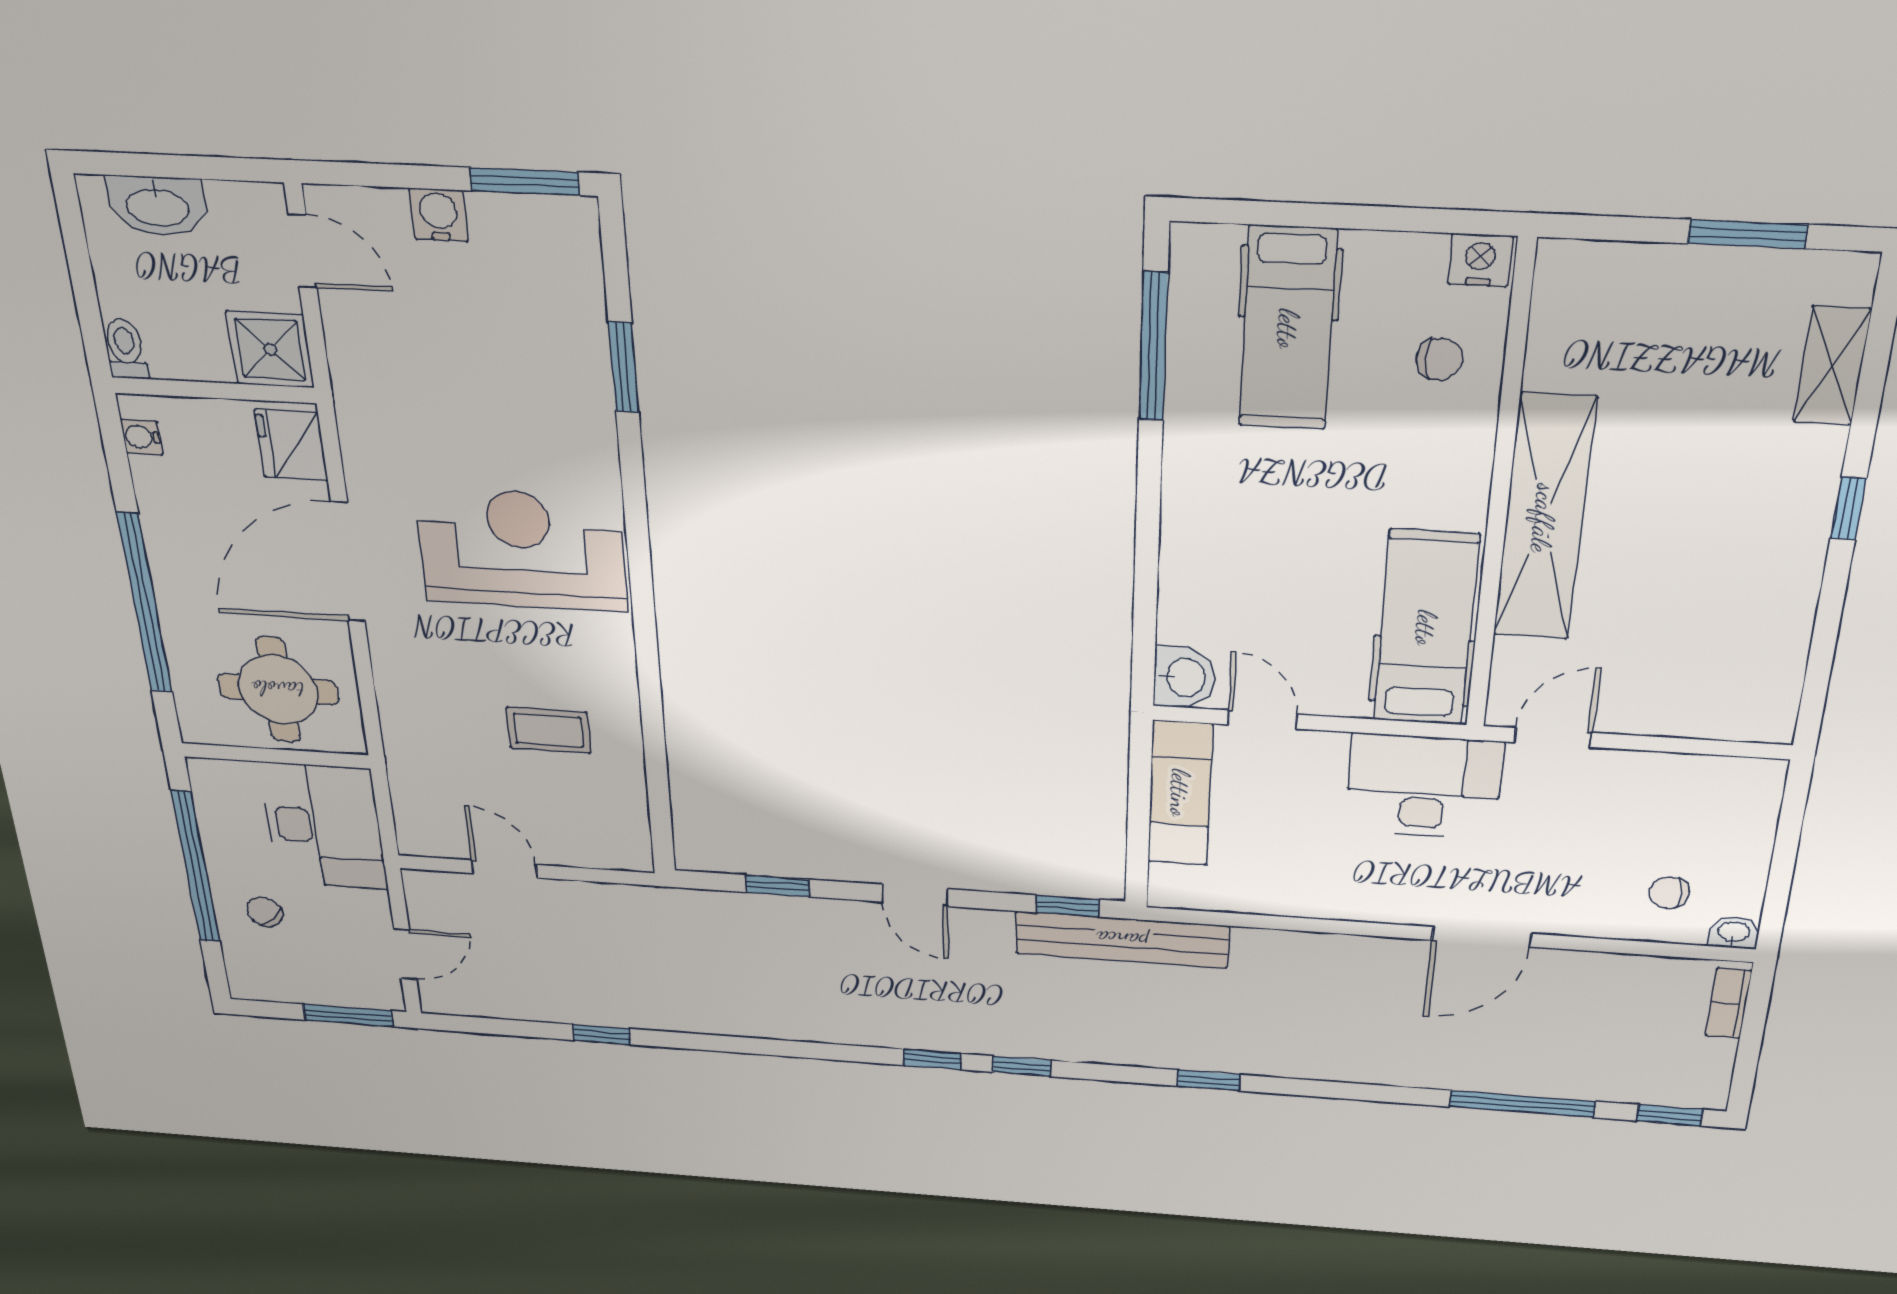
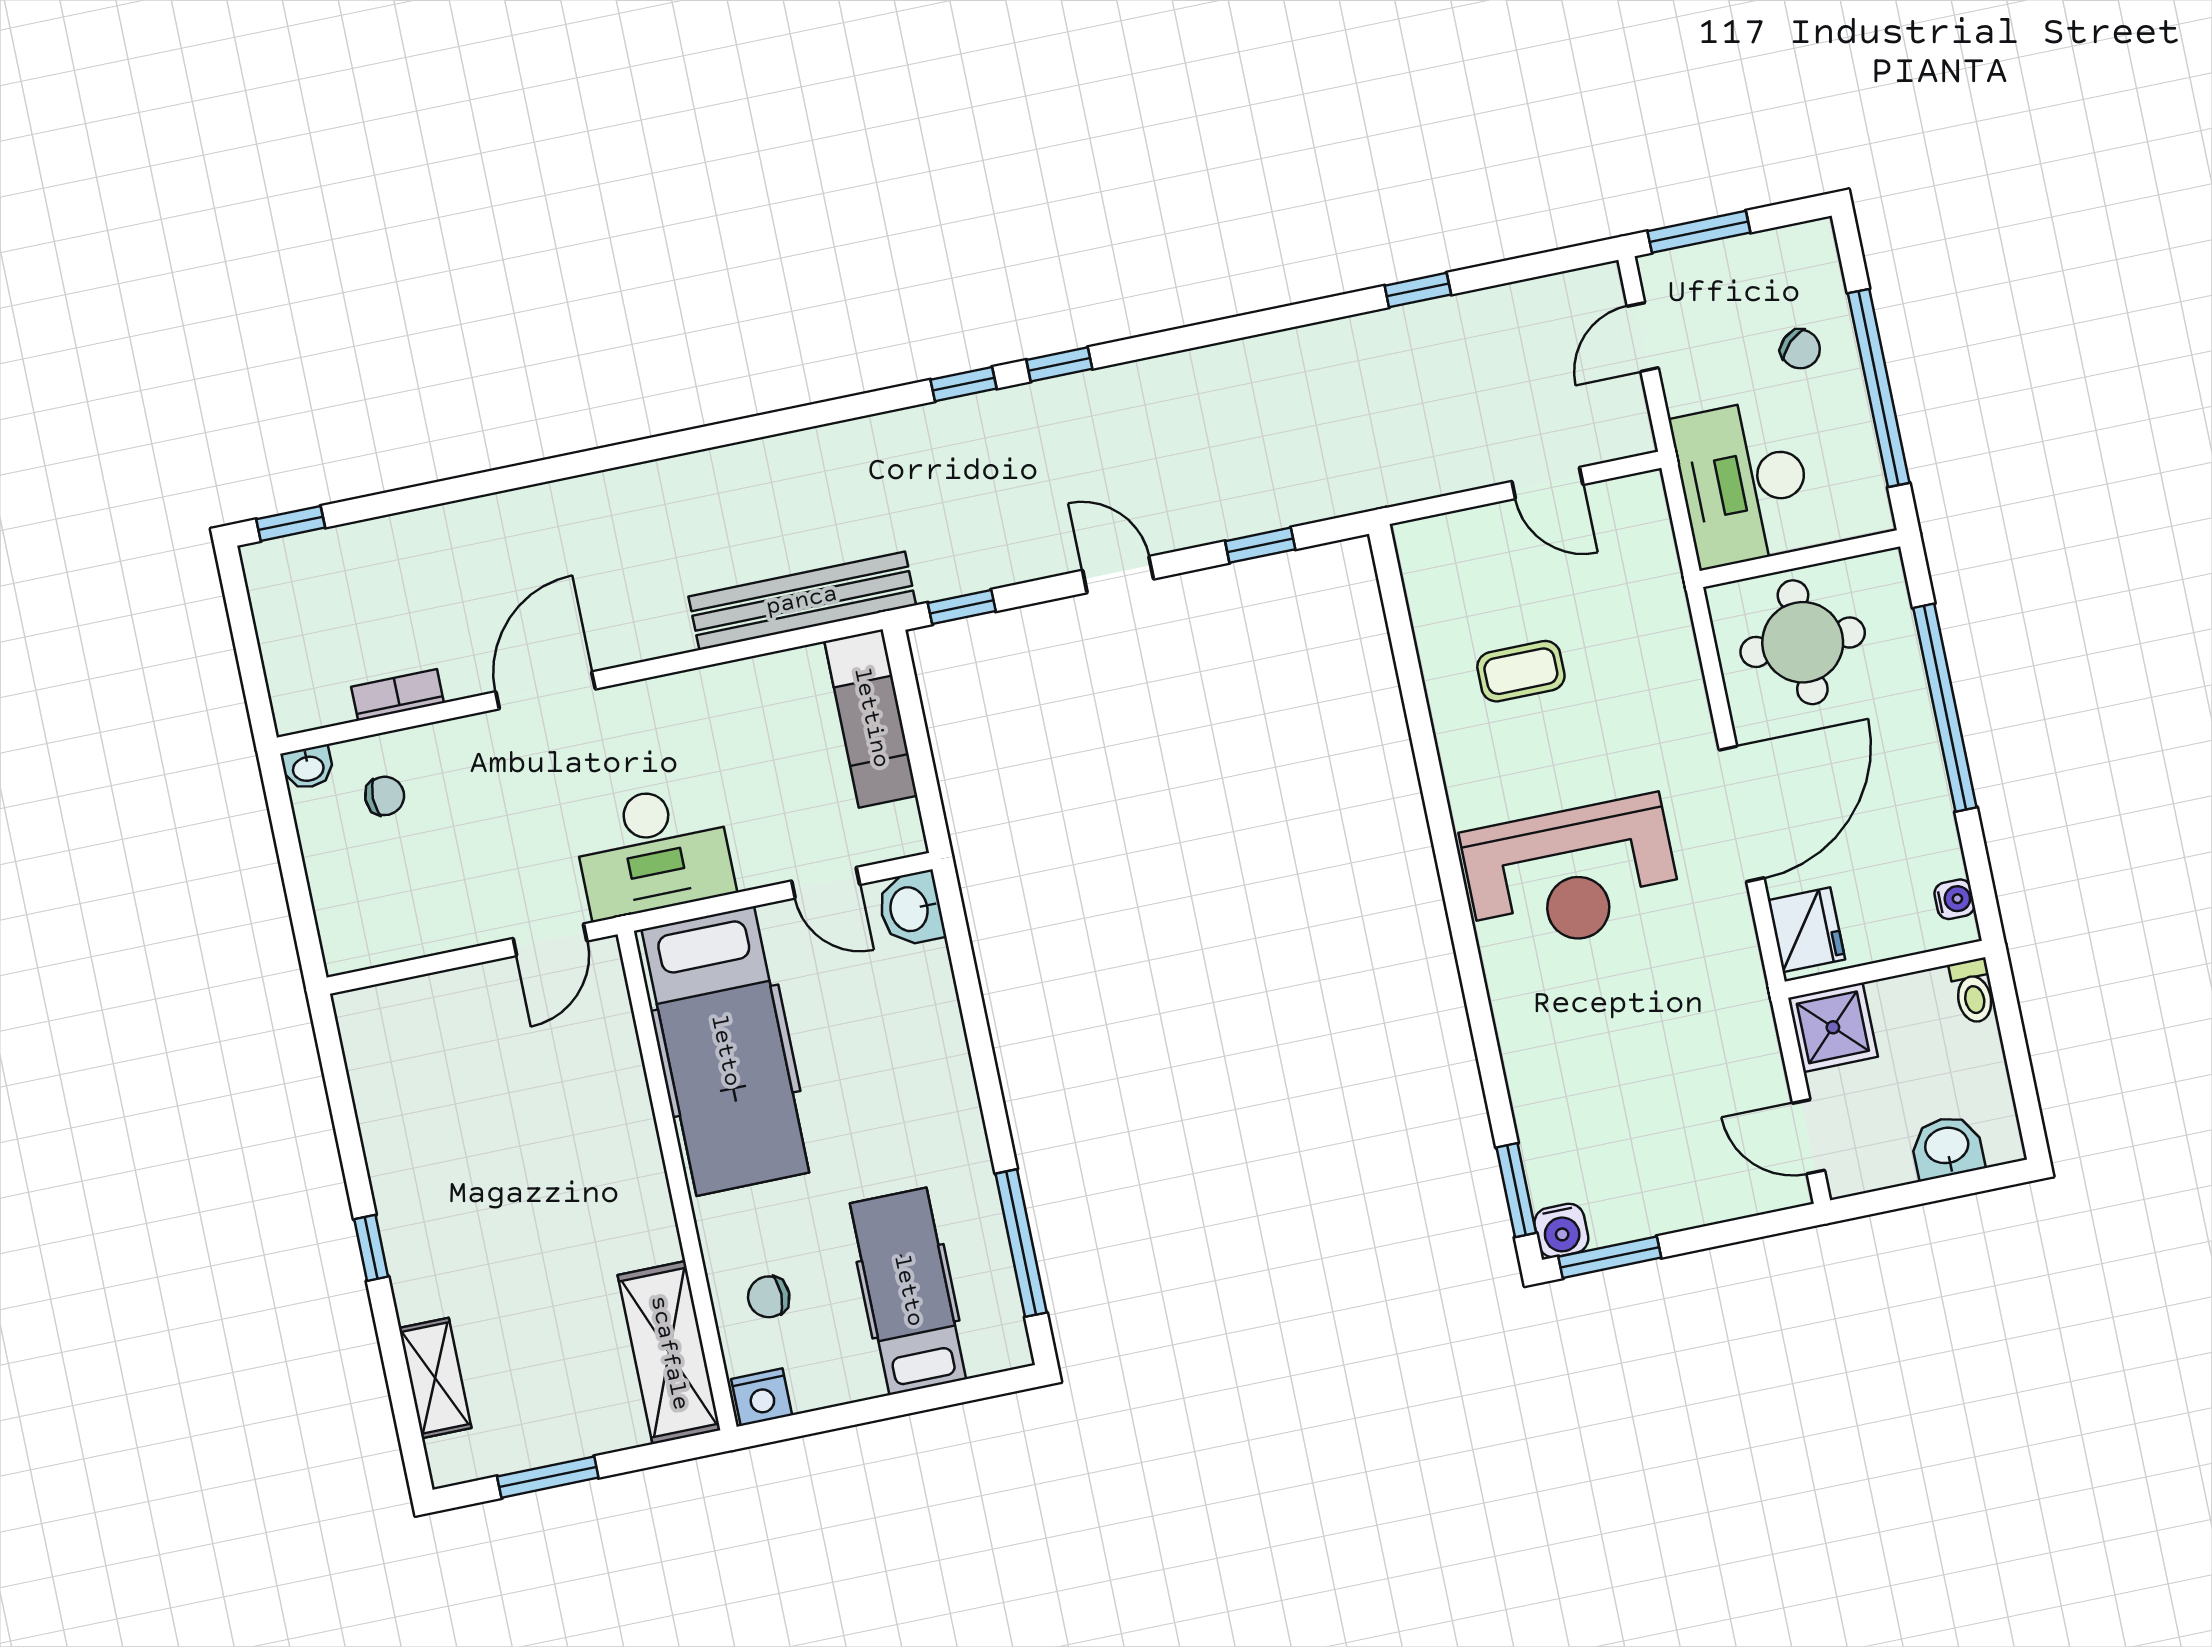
washbasin: (157, 206) -> (1947, 1147), width x0.72
water cooler: (439, 215) -> (1561, 1231), moved
window: (624, 367) -> (1516, 1190), moved
shelving: (1544, 518) -> (669, 1353), moved, width x0.68
hospital bed: (1426, 628) -> (725, 1051), width x1.37, depth x1.29
exam couch: (1180, 793) -> (871, 718), moved
bench: (1122, 940) -> (802, 601), moved
bookcase: (1729, 1003) -> (398, 695), moved, turned -90
window: (1209, 1080) -> (766, 425), removed
window: (1522, 1104) -> (441, 492), removed

